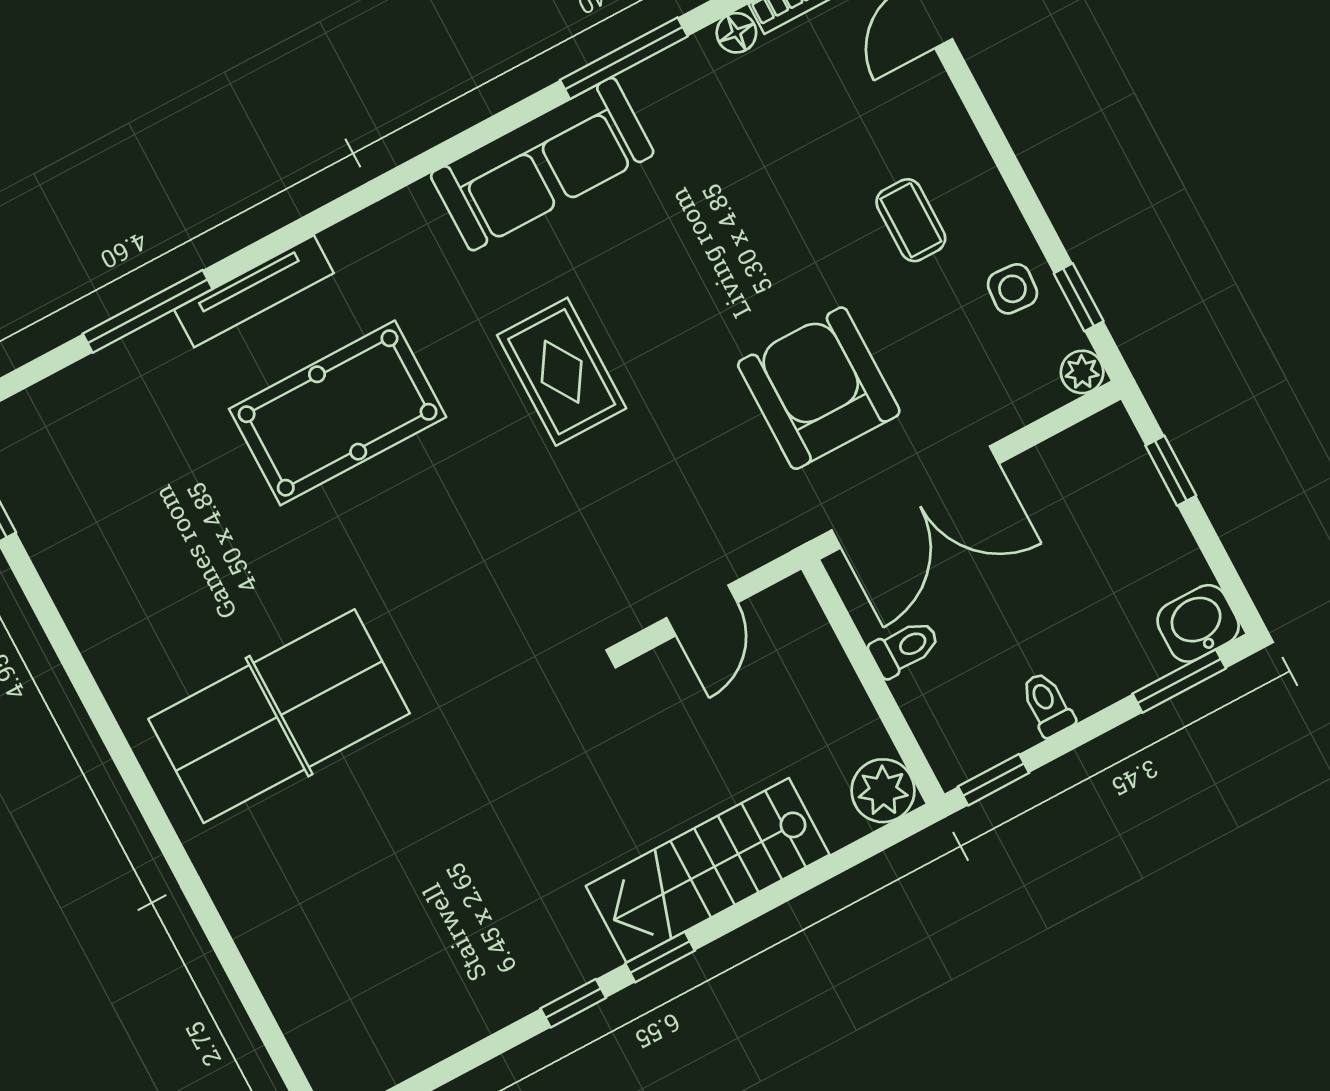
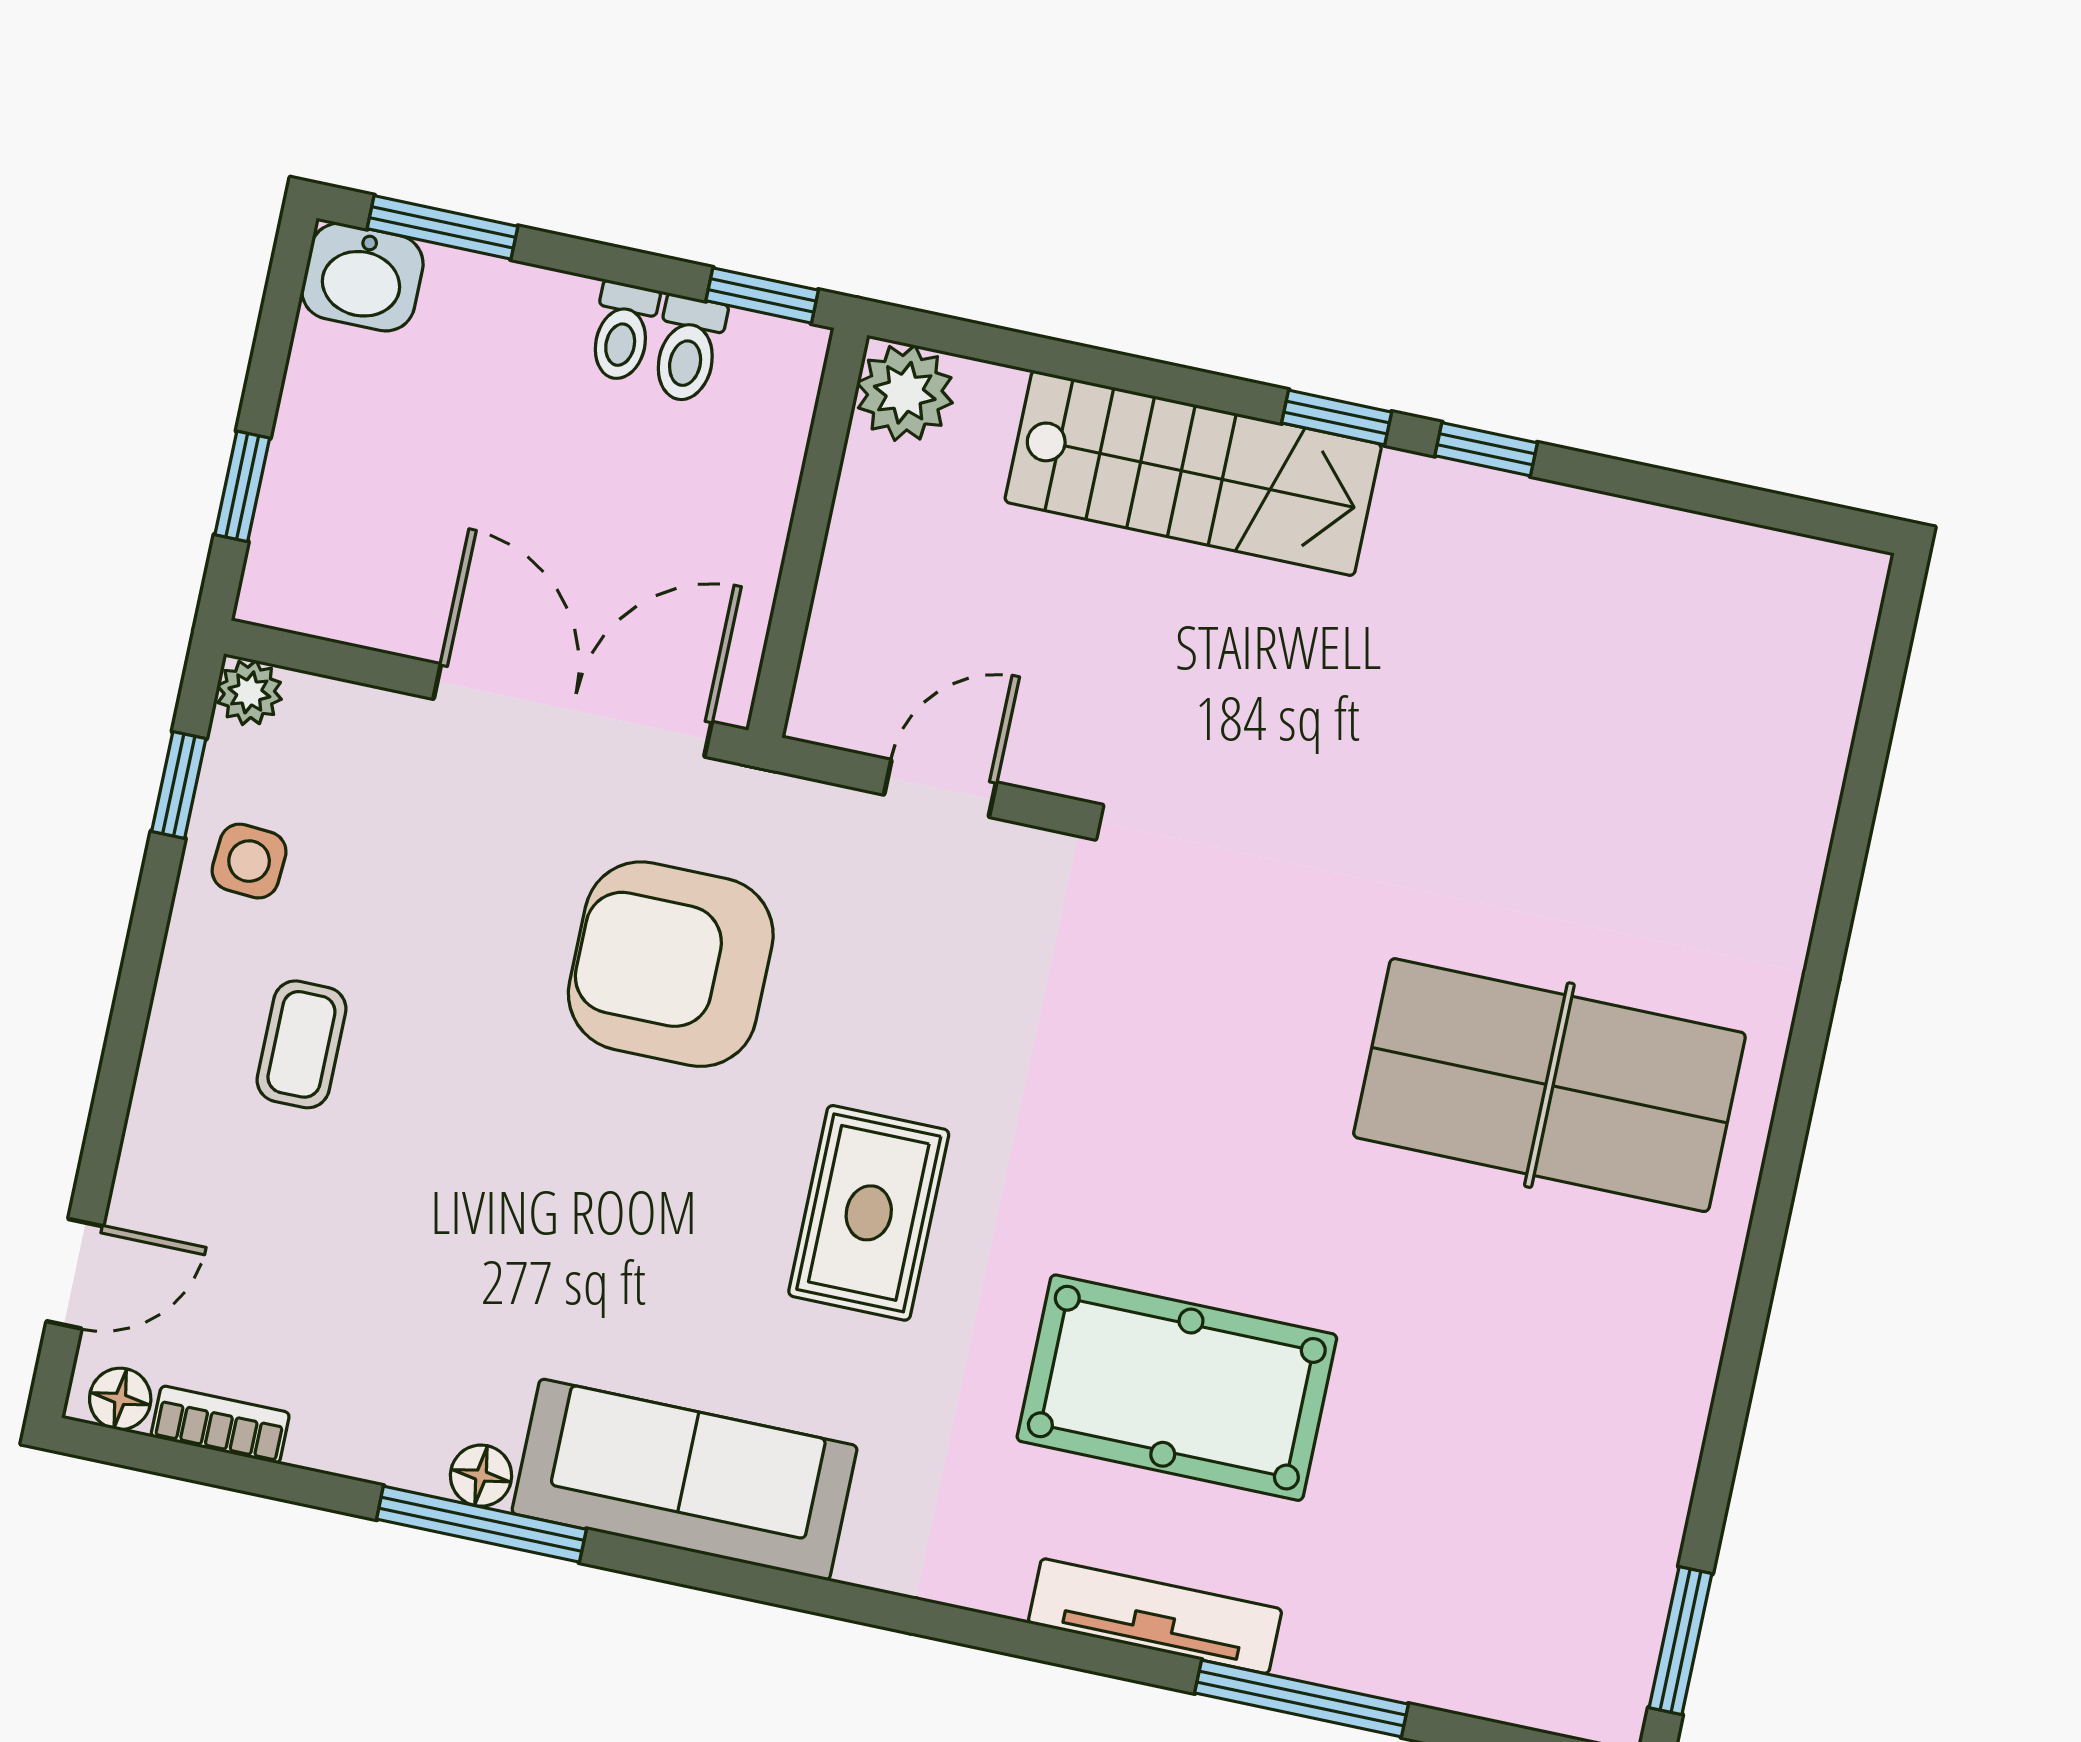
floor lamp: (736, 33) -> (481, 1476), moved
armchair: (819, 388) -> (671, 964), moved, turned 90
toilet: (905, 648) -> (688, 349), moved, turned -90

